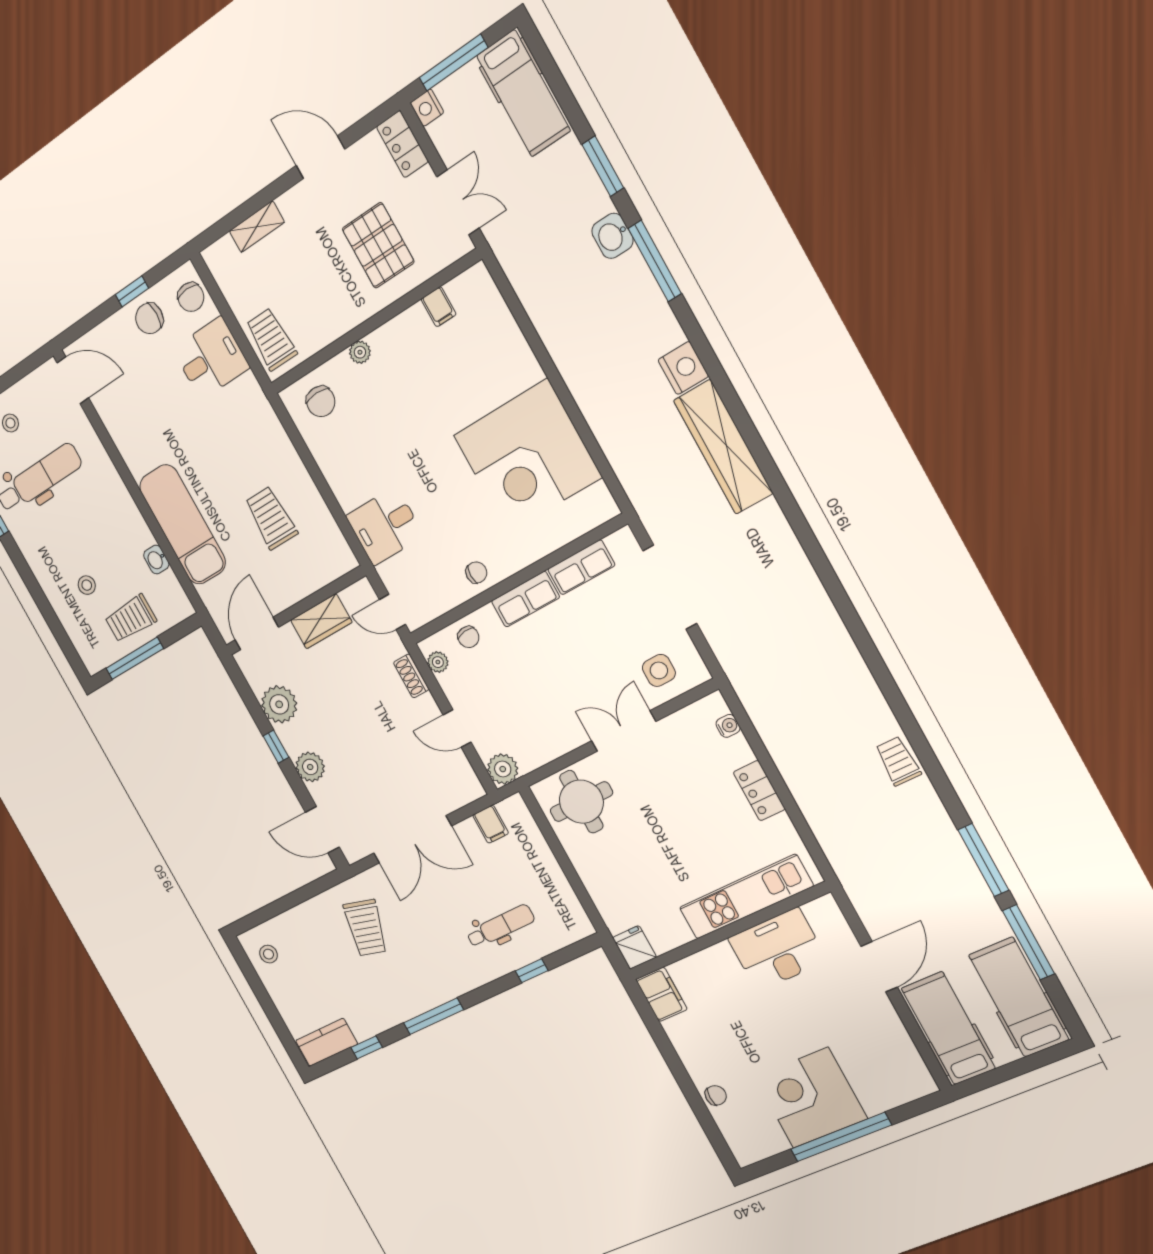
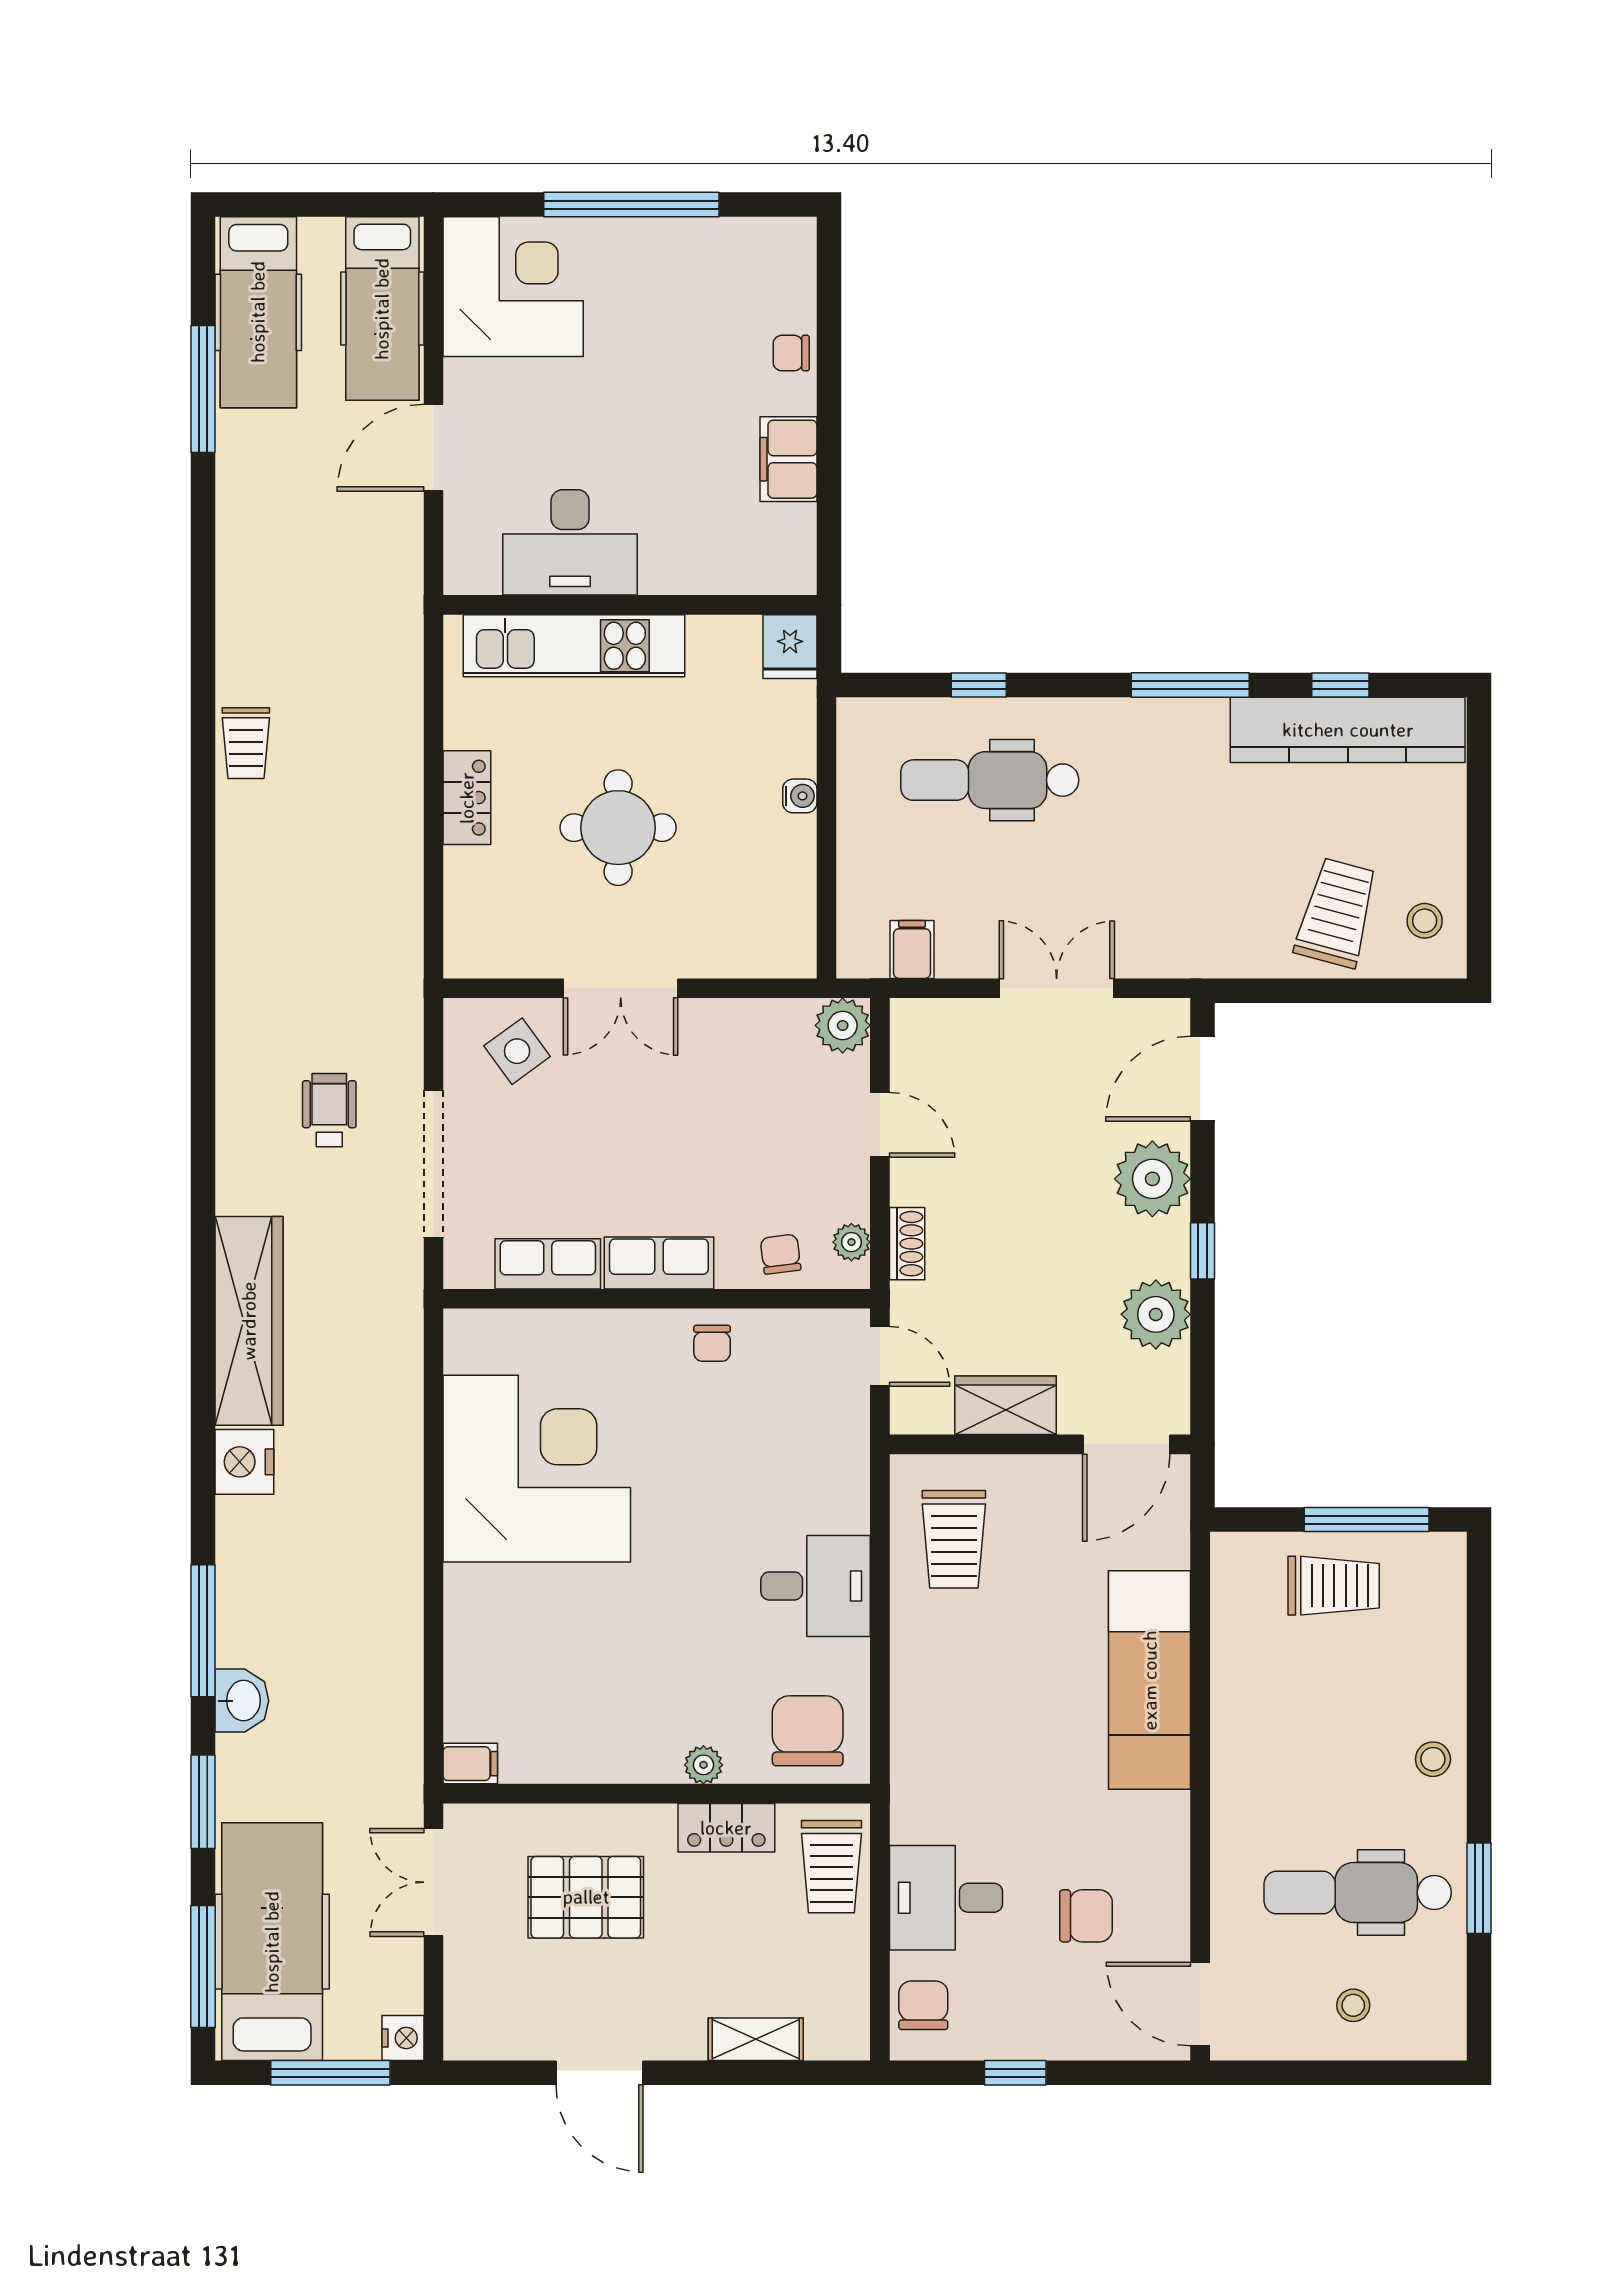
hospital bed: (523, 93) -> (272, 1942), width x1.37, depth x1.29
locker: (402, 144) -> (726, 1828), moved, turned 90
pallet: (378, 245) -> (586, 1897), turned 90
filing cabinet: (439, 307) -> (470, 1764), moved, turned 90
chair: (149, 318) -> (1086, 1916), moved
chair: (321, 401) -> (808, 1731), width x1.37, depth x1.37
trolley: (271, 518) -> (954, 1539), moved
desk: (385, 526) -> (816, 1586), moved
washbasin: (156, 560) -> (1229, 1652), removed
chair: (476, 573) -> (712, 1343), turned -90
stool: (87, 585) -> (1433, 1759), moved
wheelchair: (742, 586) -> (329, 1110), added
side table: (659, 670) -> (517, 1051), turned -36
water cooler: (728, 726) -> (800, 796), moved, turned 180
plant: (310, 767) -> (1152, 1179), width x1.36, depth x1.36
round table: (581, 802) -> (618, 828), moved
door: (322, 830) -> (1203, 1079), swing flipped
double door: (412, 840) -> (1057, 988), width x0.73
window: (983, 860) -> (203, 1966), moved
dental chair: (500, 926) -> (990, 780), width x1.36, depth x1.38
trolley: (366, 928) -> (1337, 913), moved
filing cabinet: (661, 994) -> (788, 459), moved
kitchen counter: (327, 1042) -> (1348, 730), width x2.08, depth x1.17
corner desk: (811, 1098) -> (513, 287), moved, turned -90

